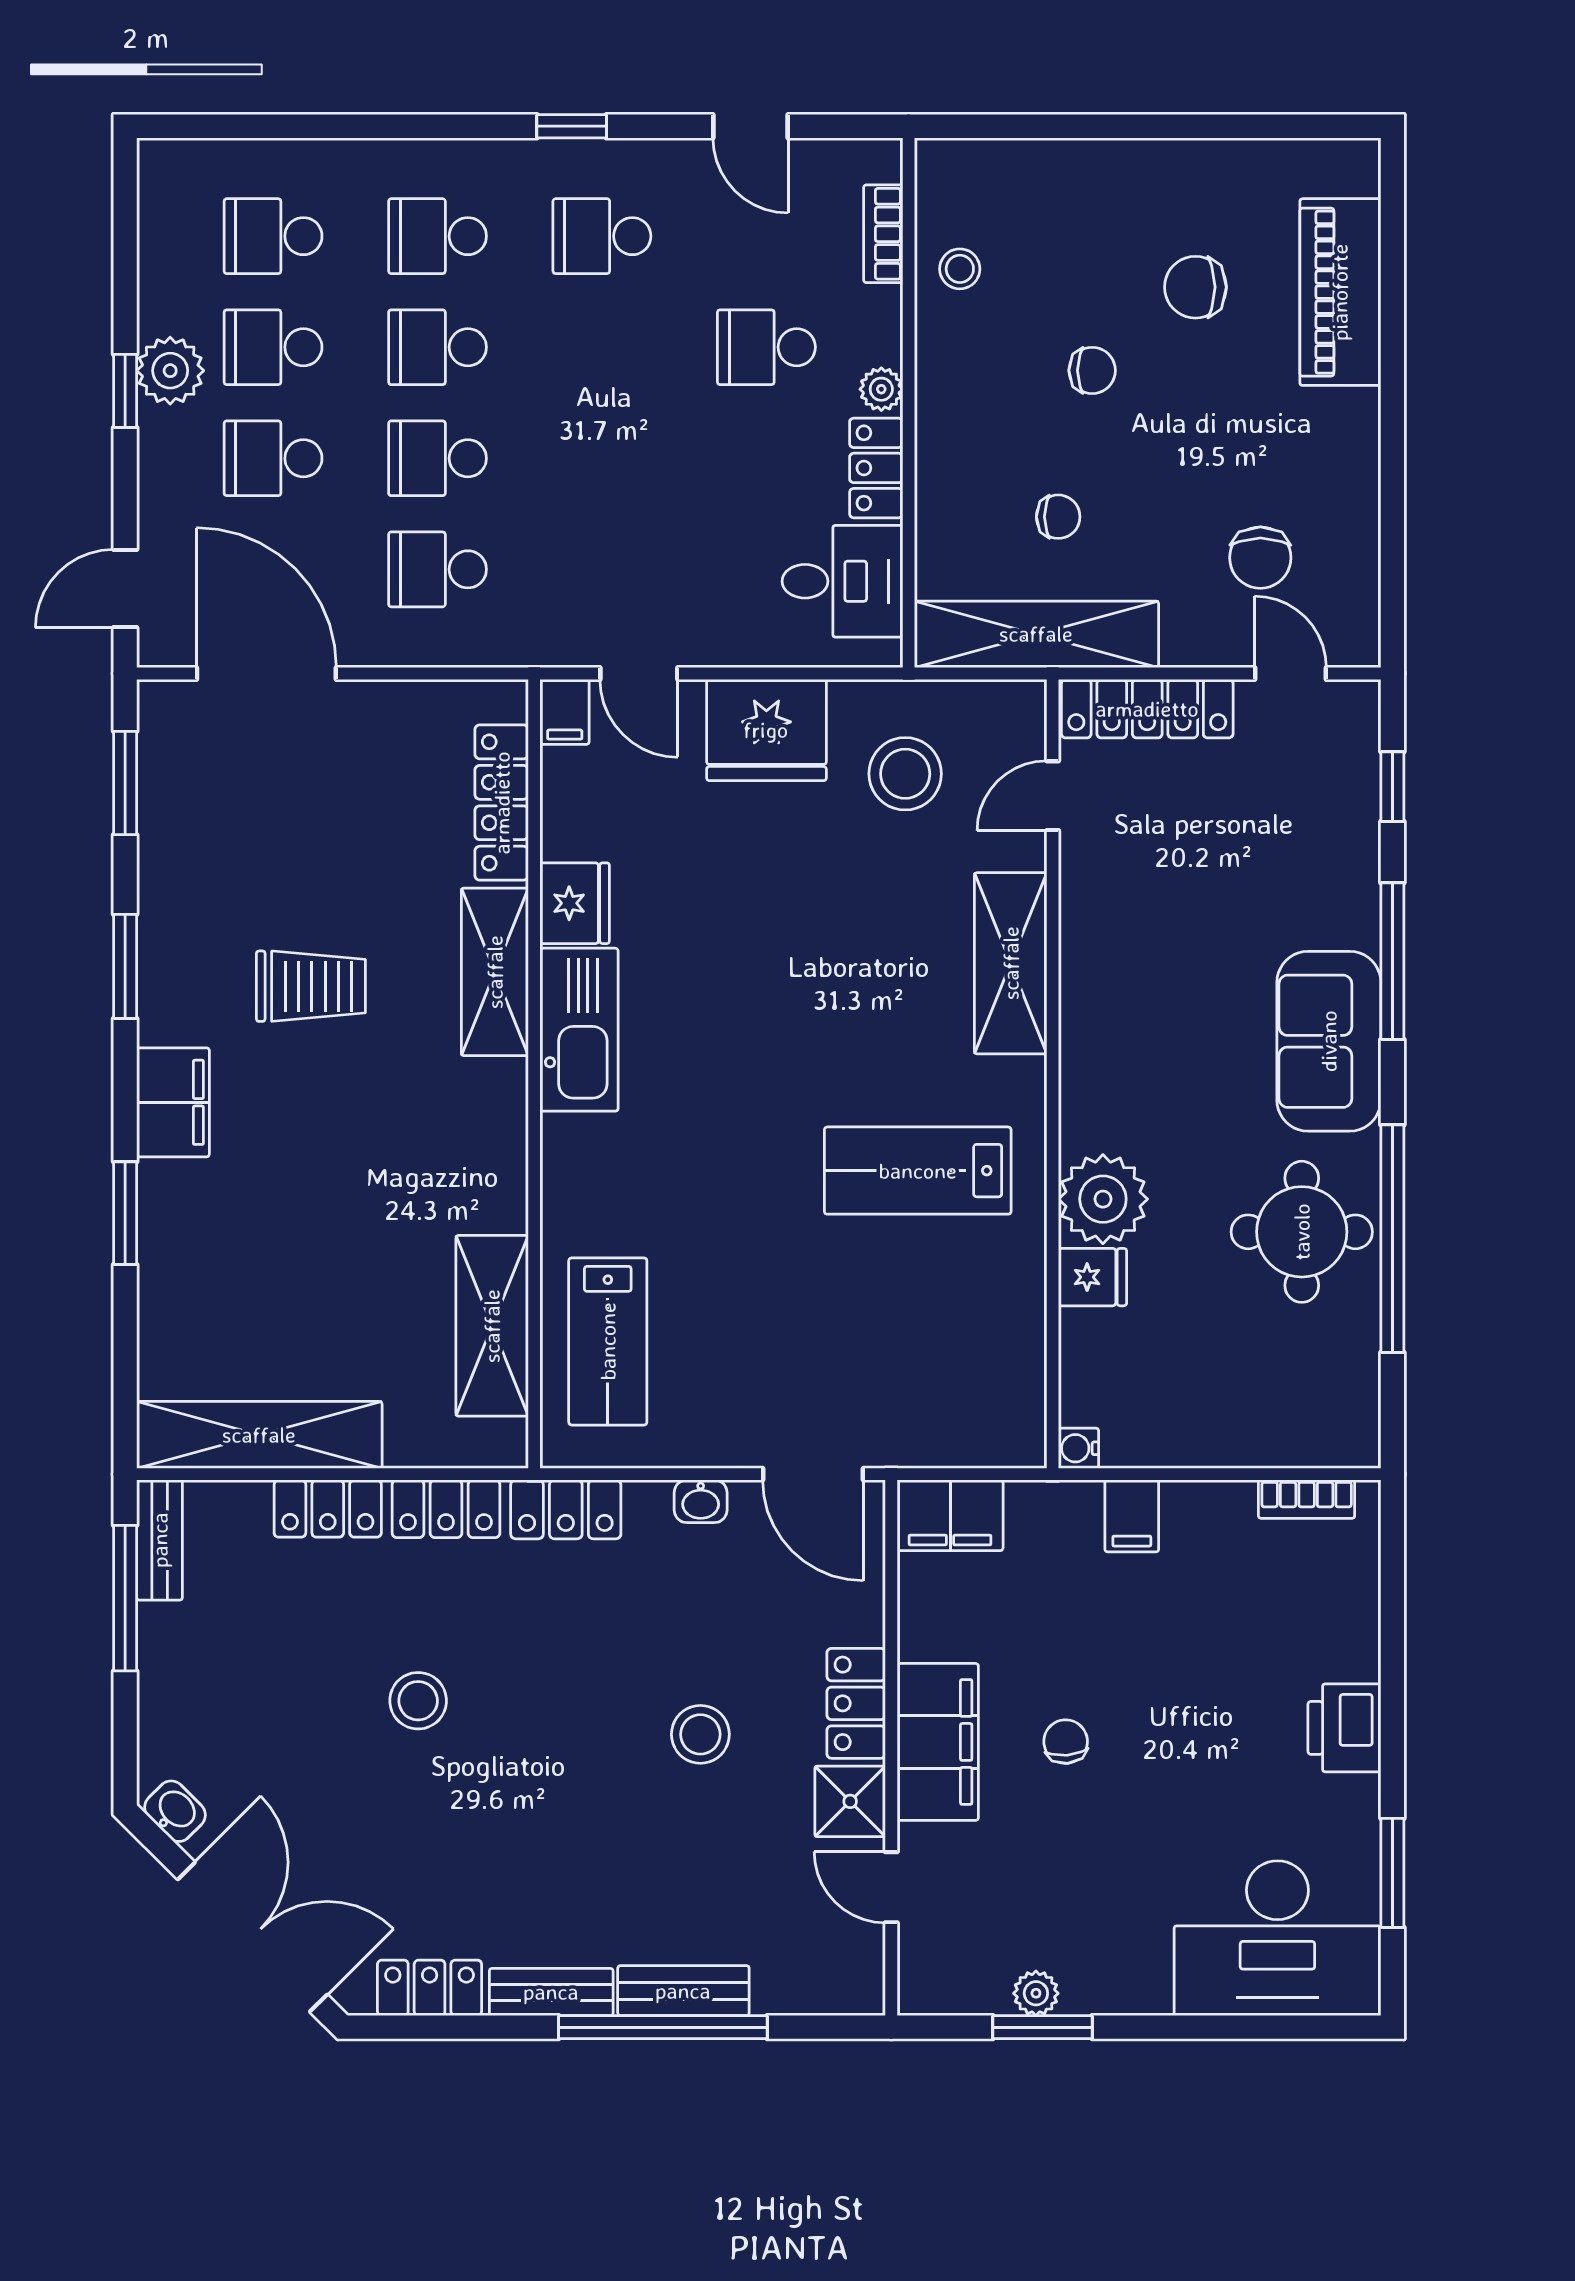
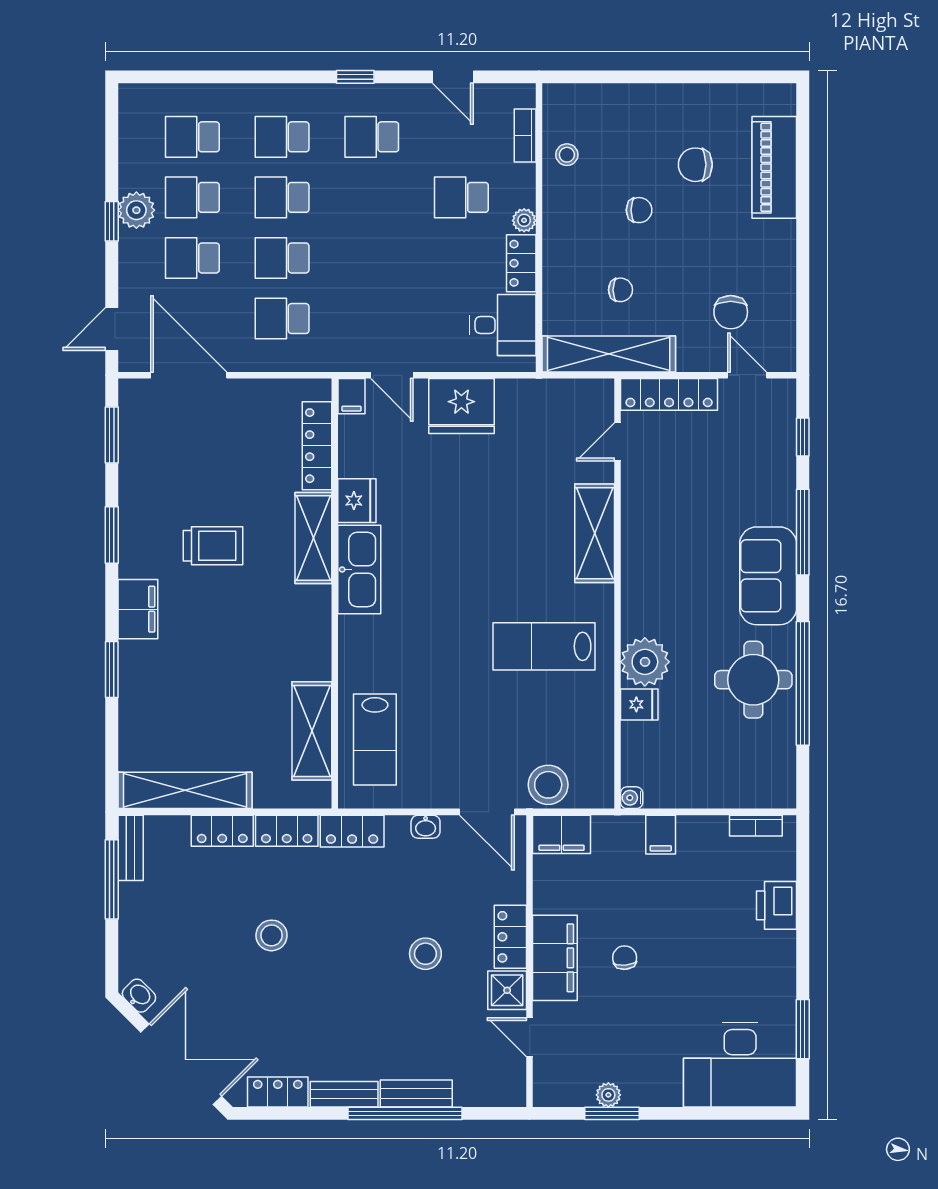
stool: (905, 774) -> (548, 785), moved
printer: (1344, 1728) -> (777, 905), moved

